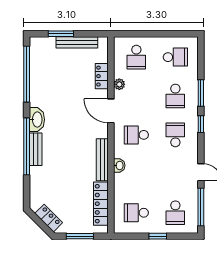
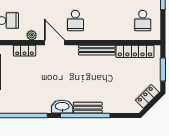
door: (111, 111) -> (55, 43), swing flipped
washbasin: (119, 166) -> (102, 35), removed

